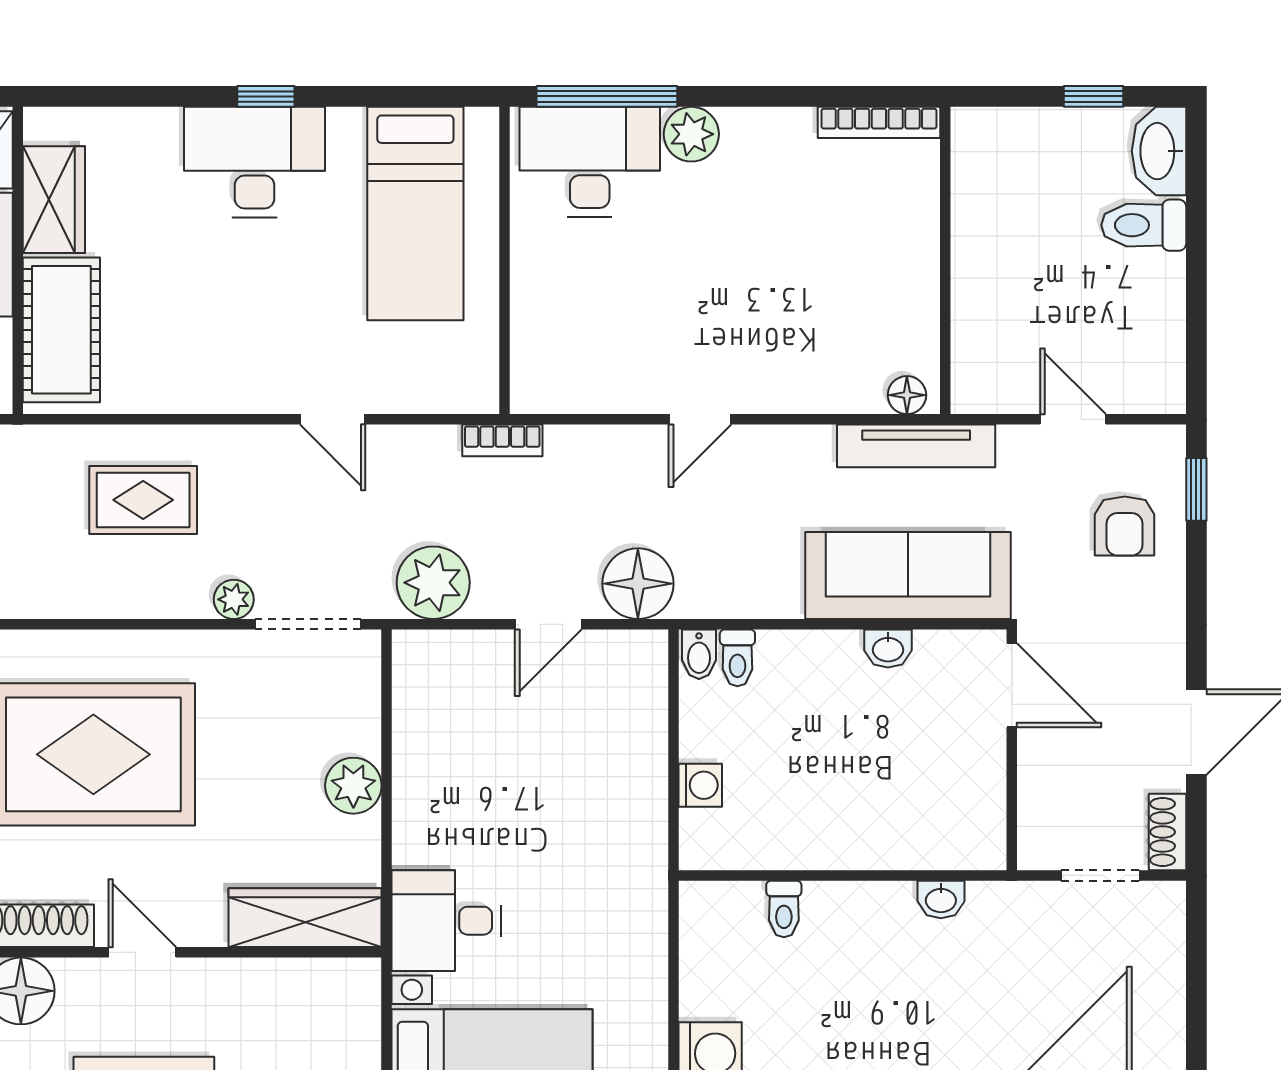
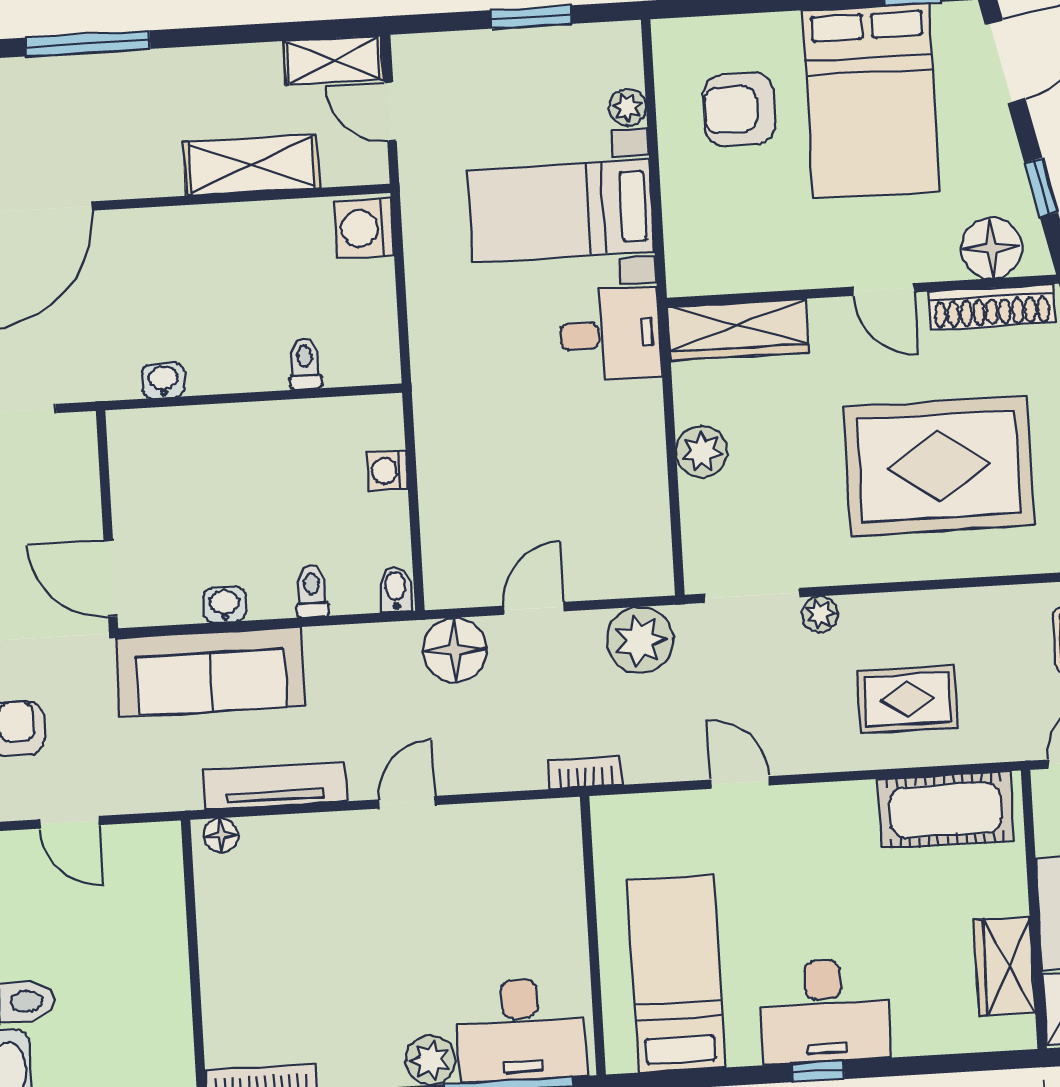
cot: (61, 330) -> (946, 810), moved, turned 90
tv unit: (916, 446) -> (275, 786), moved
toilet: (737, 658) -> (312, 591), moved

